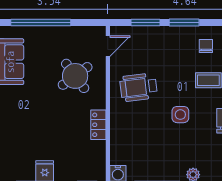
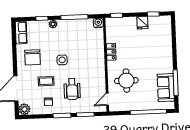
round table: (75, 76) -> (126, 81), turned 36
wheelchair: (138, 87) -> (72, 89), moved, turned 97

